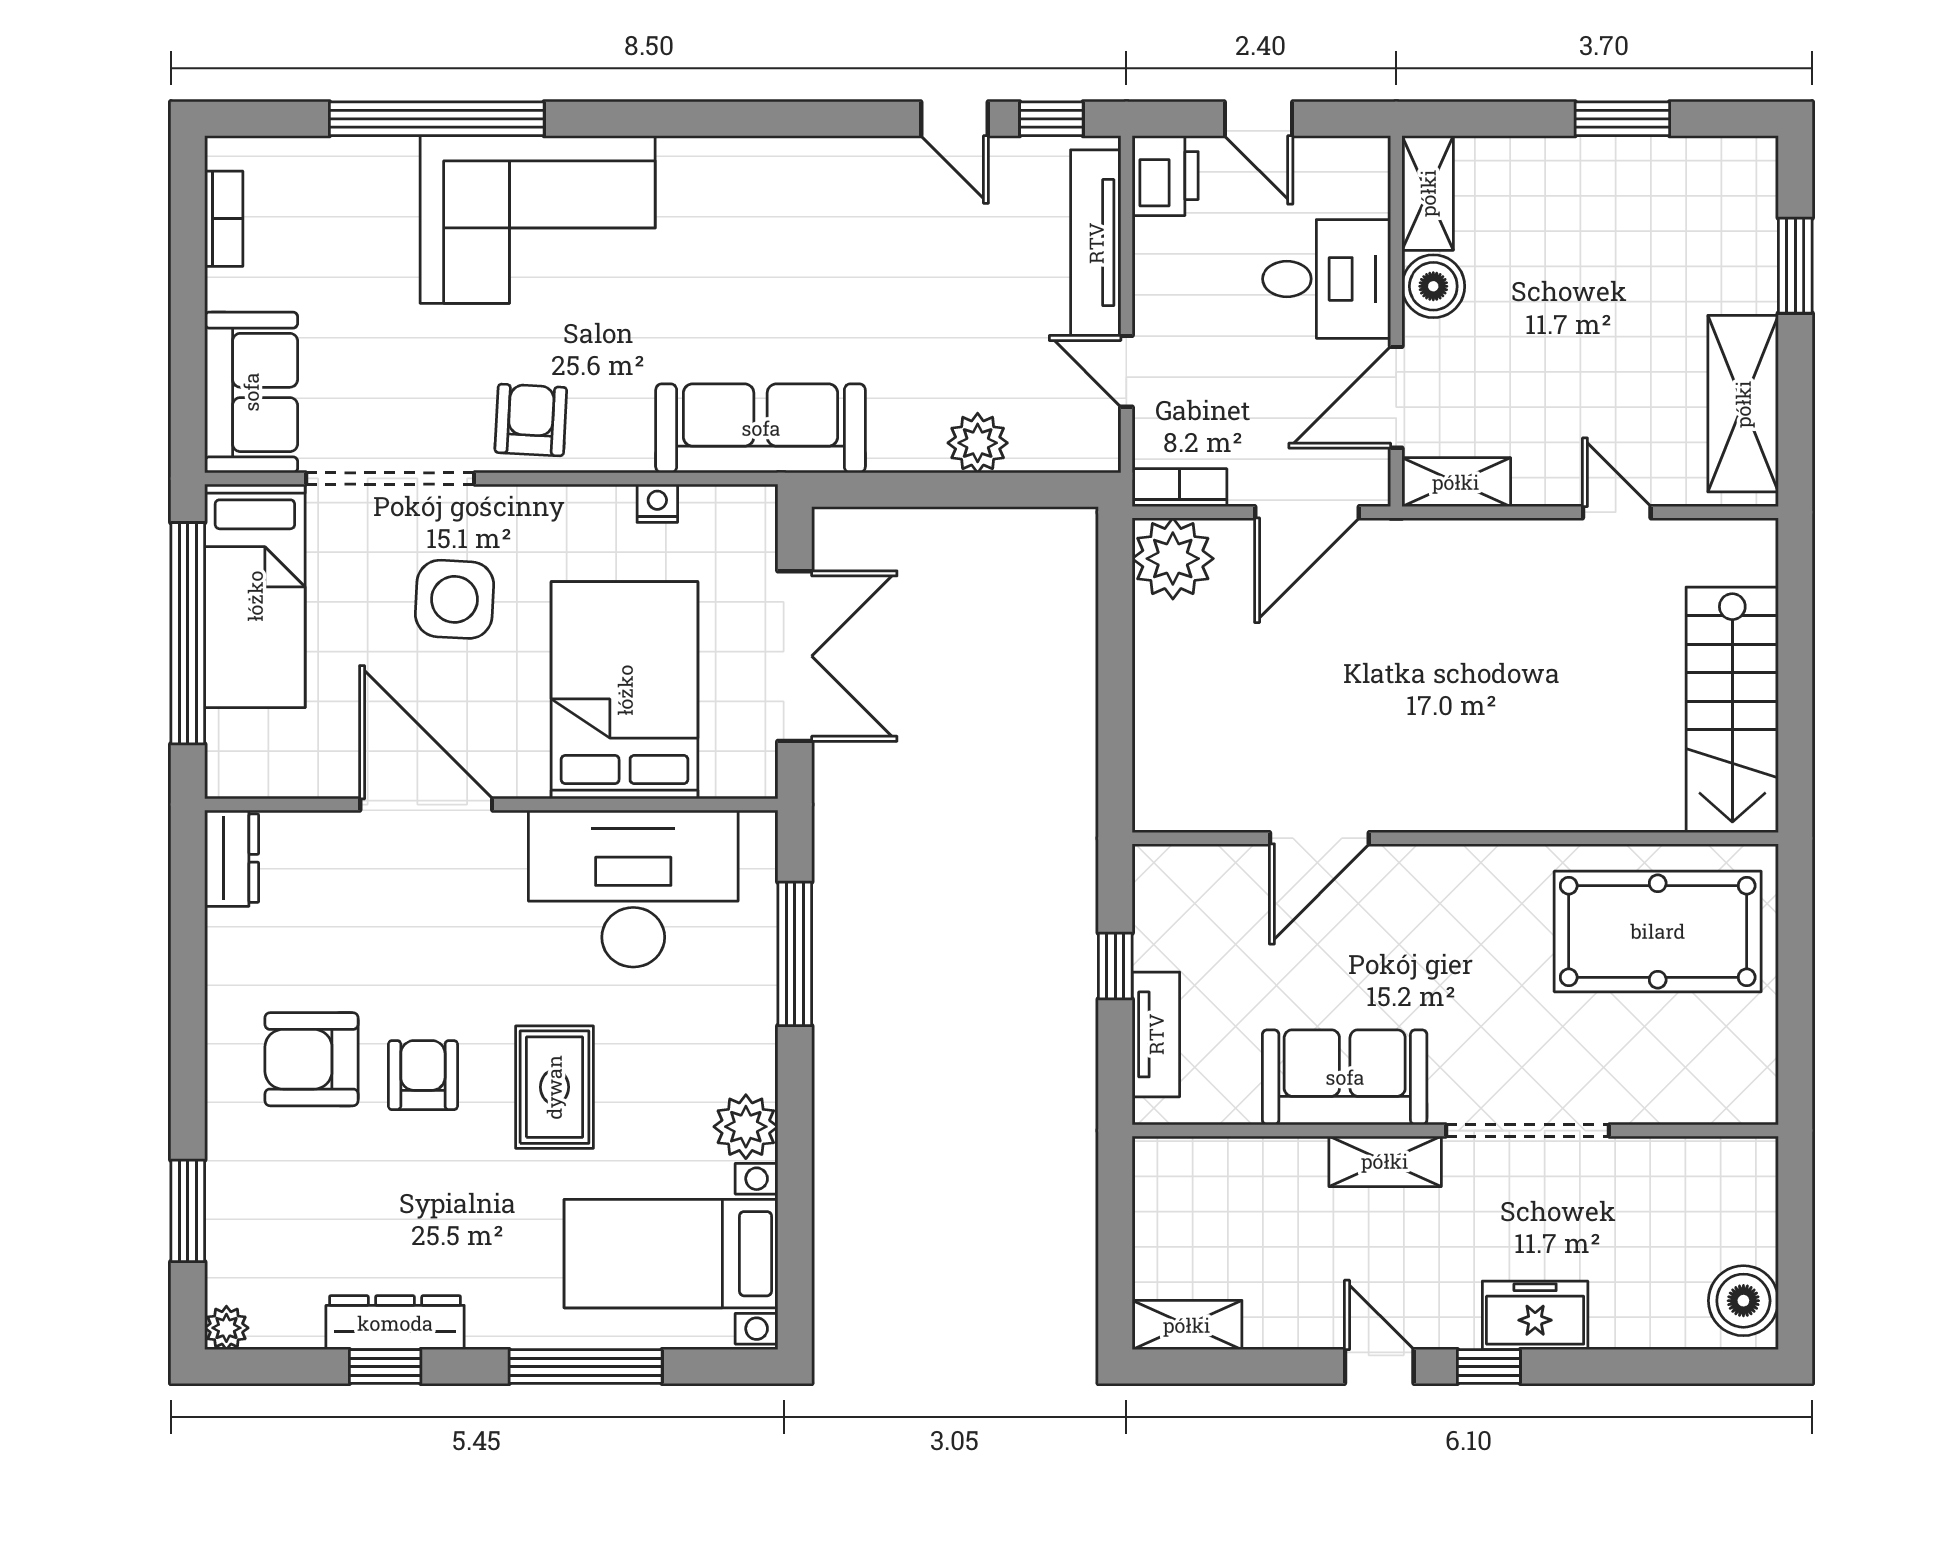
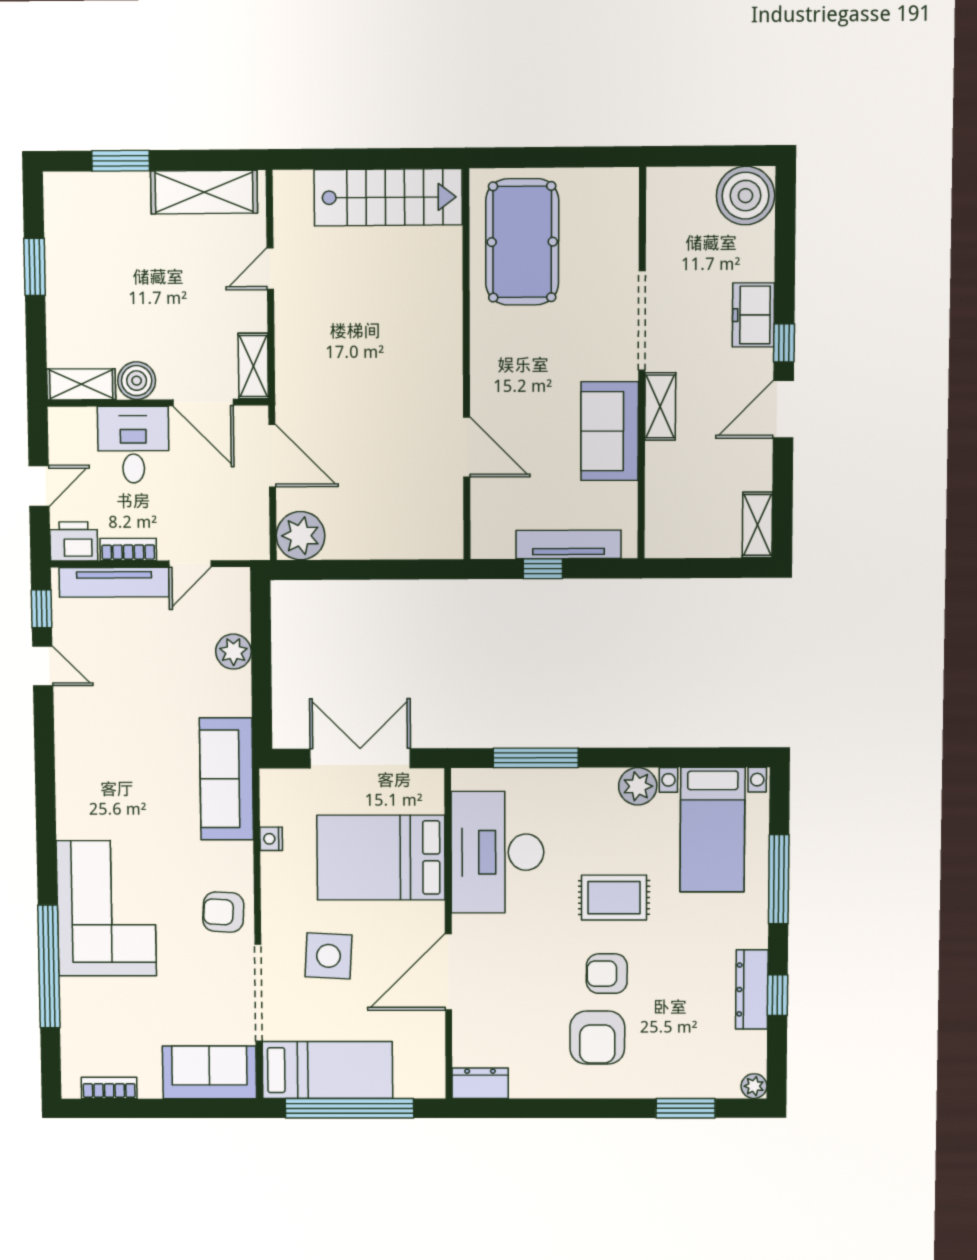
door: (955, 119) -> (43, 666), hinge flipped
bookcase: (1179, 488) -> (128, 549), moved, turned 90
tv unit: (1156, 1034) -> (568, 544), width x1.41
boiler: (1743, 1301) -> (746, 196), width x1.37, depth x1.37
door: (1379, 1367) -> (783, 409), width x1.38

